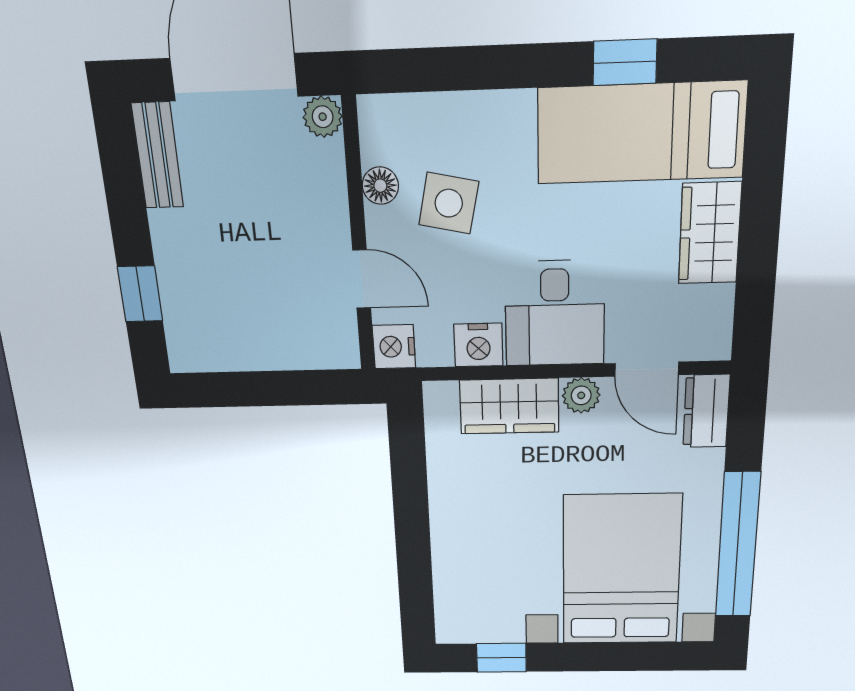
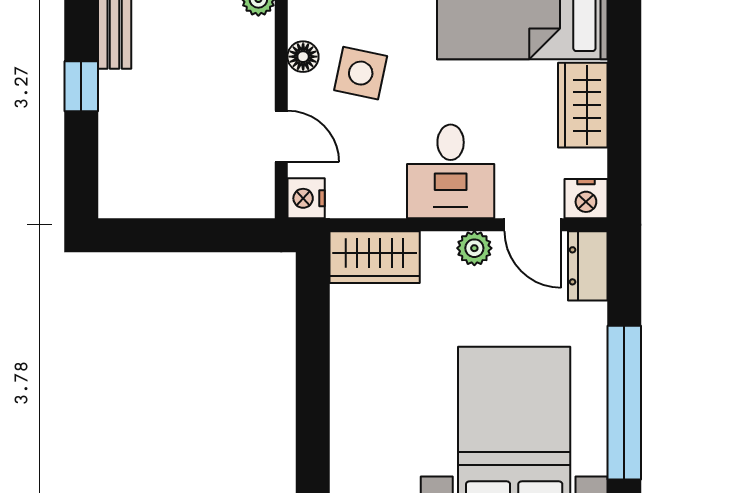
window: (140, 294) -> (81, 86), moved
nightstand: (478, 345) -> (586, 199), moved
wardrobe: (509, 406) -> (375, 257), moved

